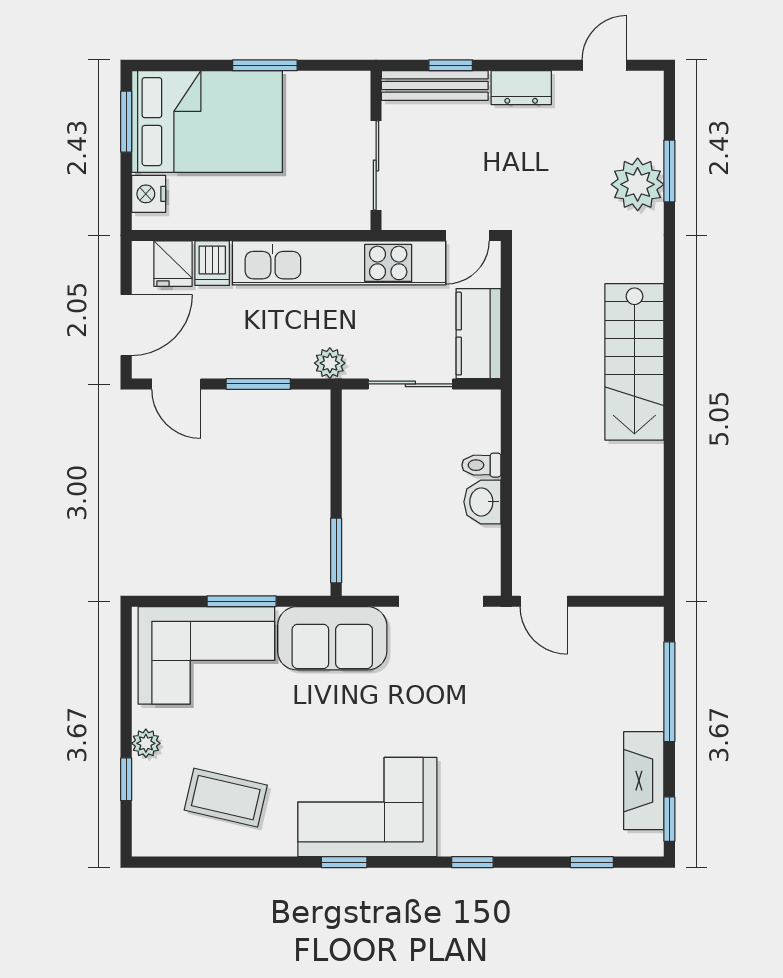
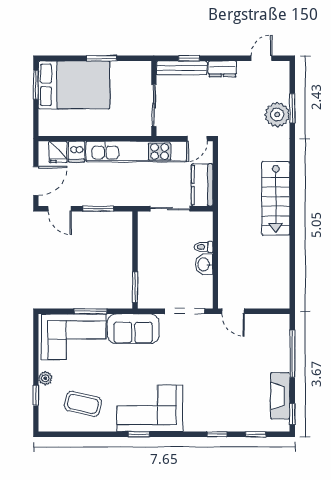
nightstand: (149, 194) -> (47, 119), removed
plant: (330, 363) -> (132, 199), removed
window: (472, 862) -> (217, 434), moved

